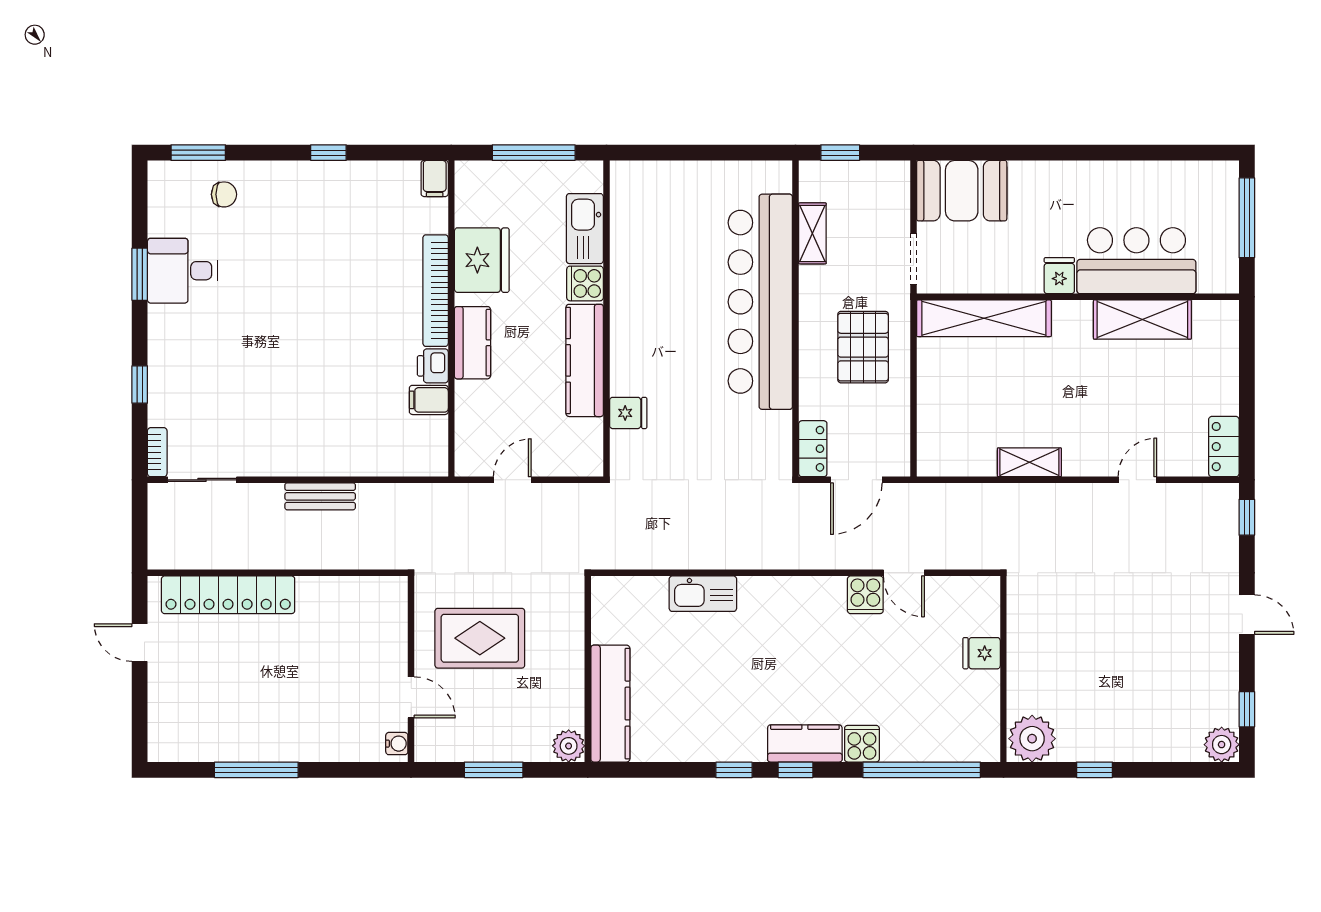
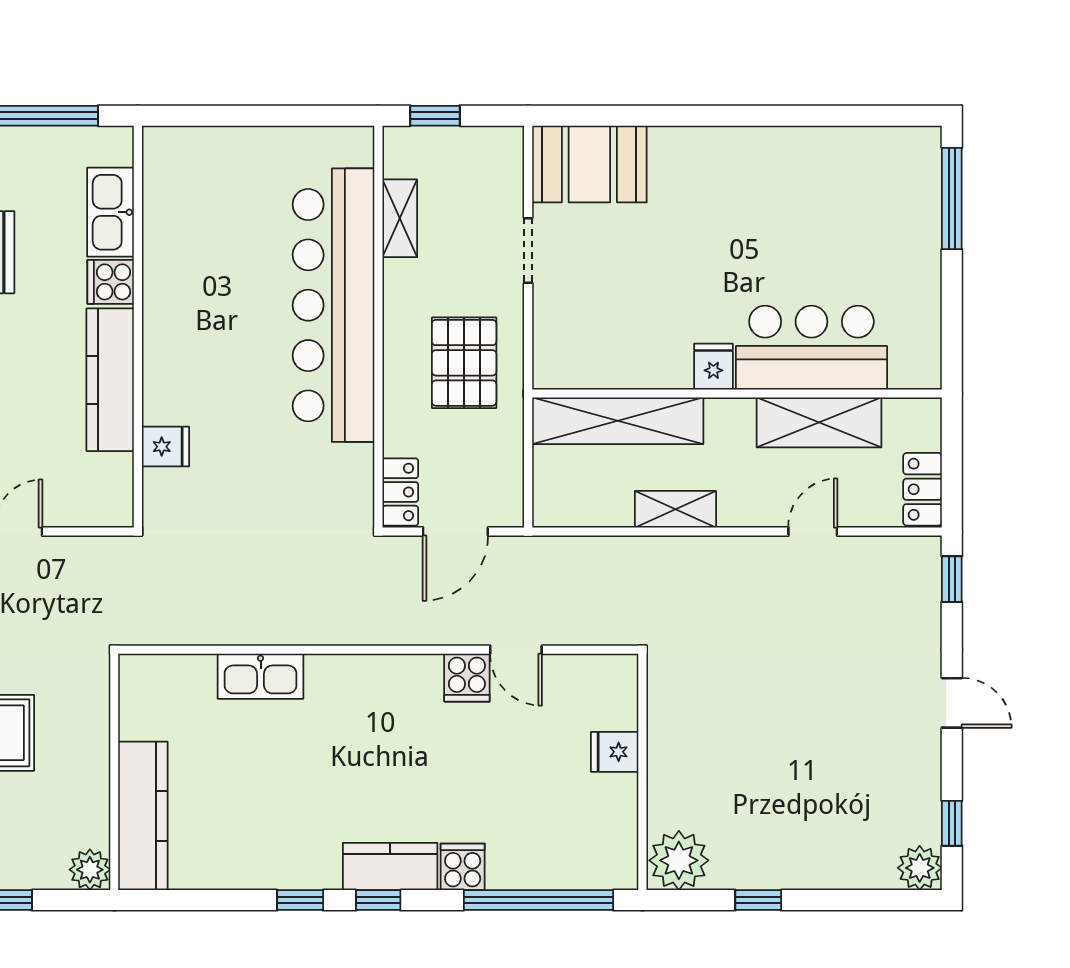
bar counter: (1136, 261) -> (811, 348), moved
fridge: (1059, 276) -> (713, 367), moved
wall: (1078, 297) -> (737, 394), moved
shelving: (984, 318) -> (618, 421), moved
shelving: (1142, 320) -> (819, 422), moved

